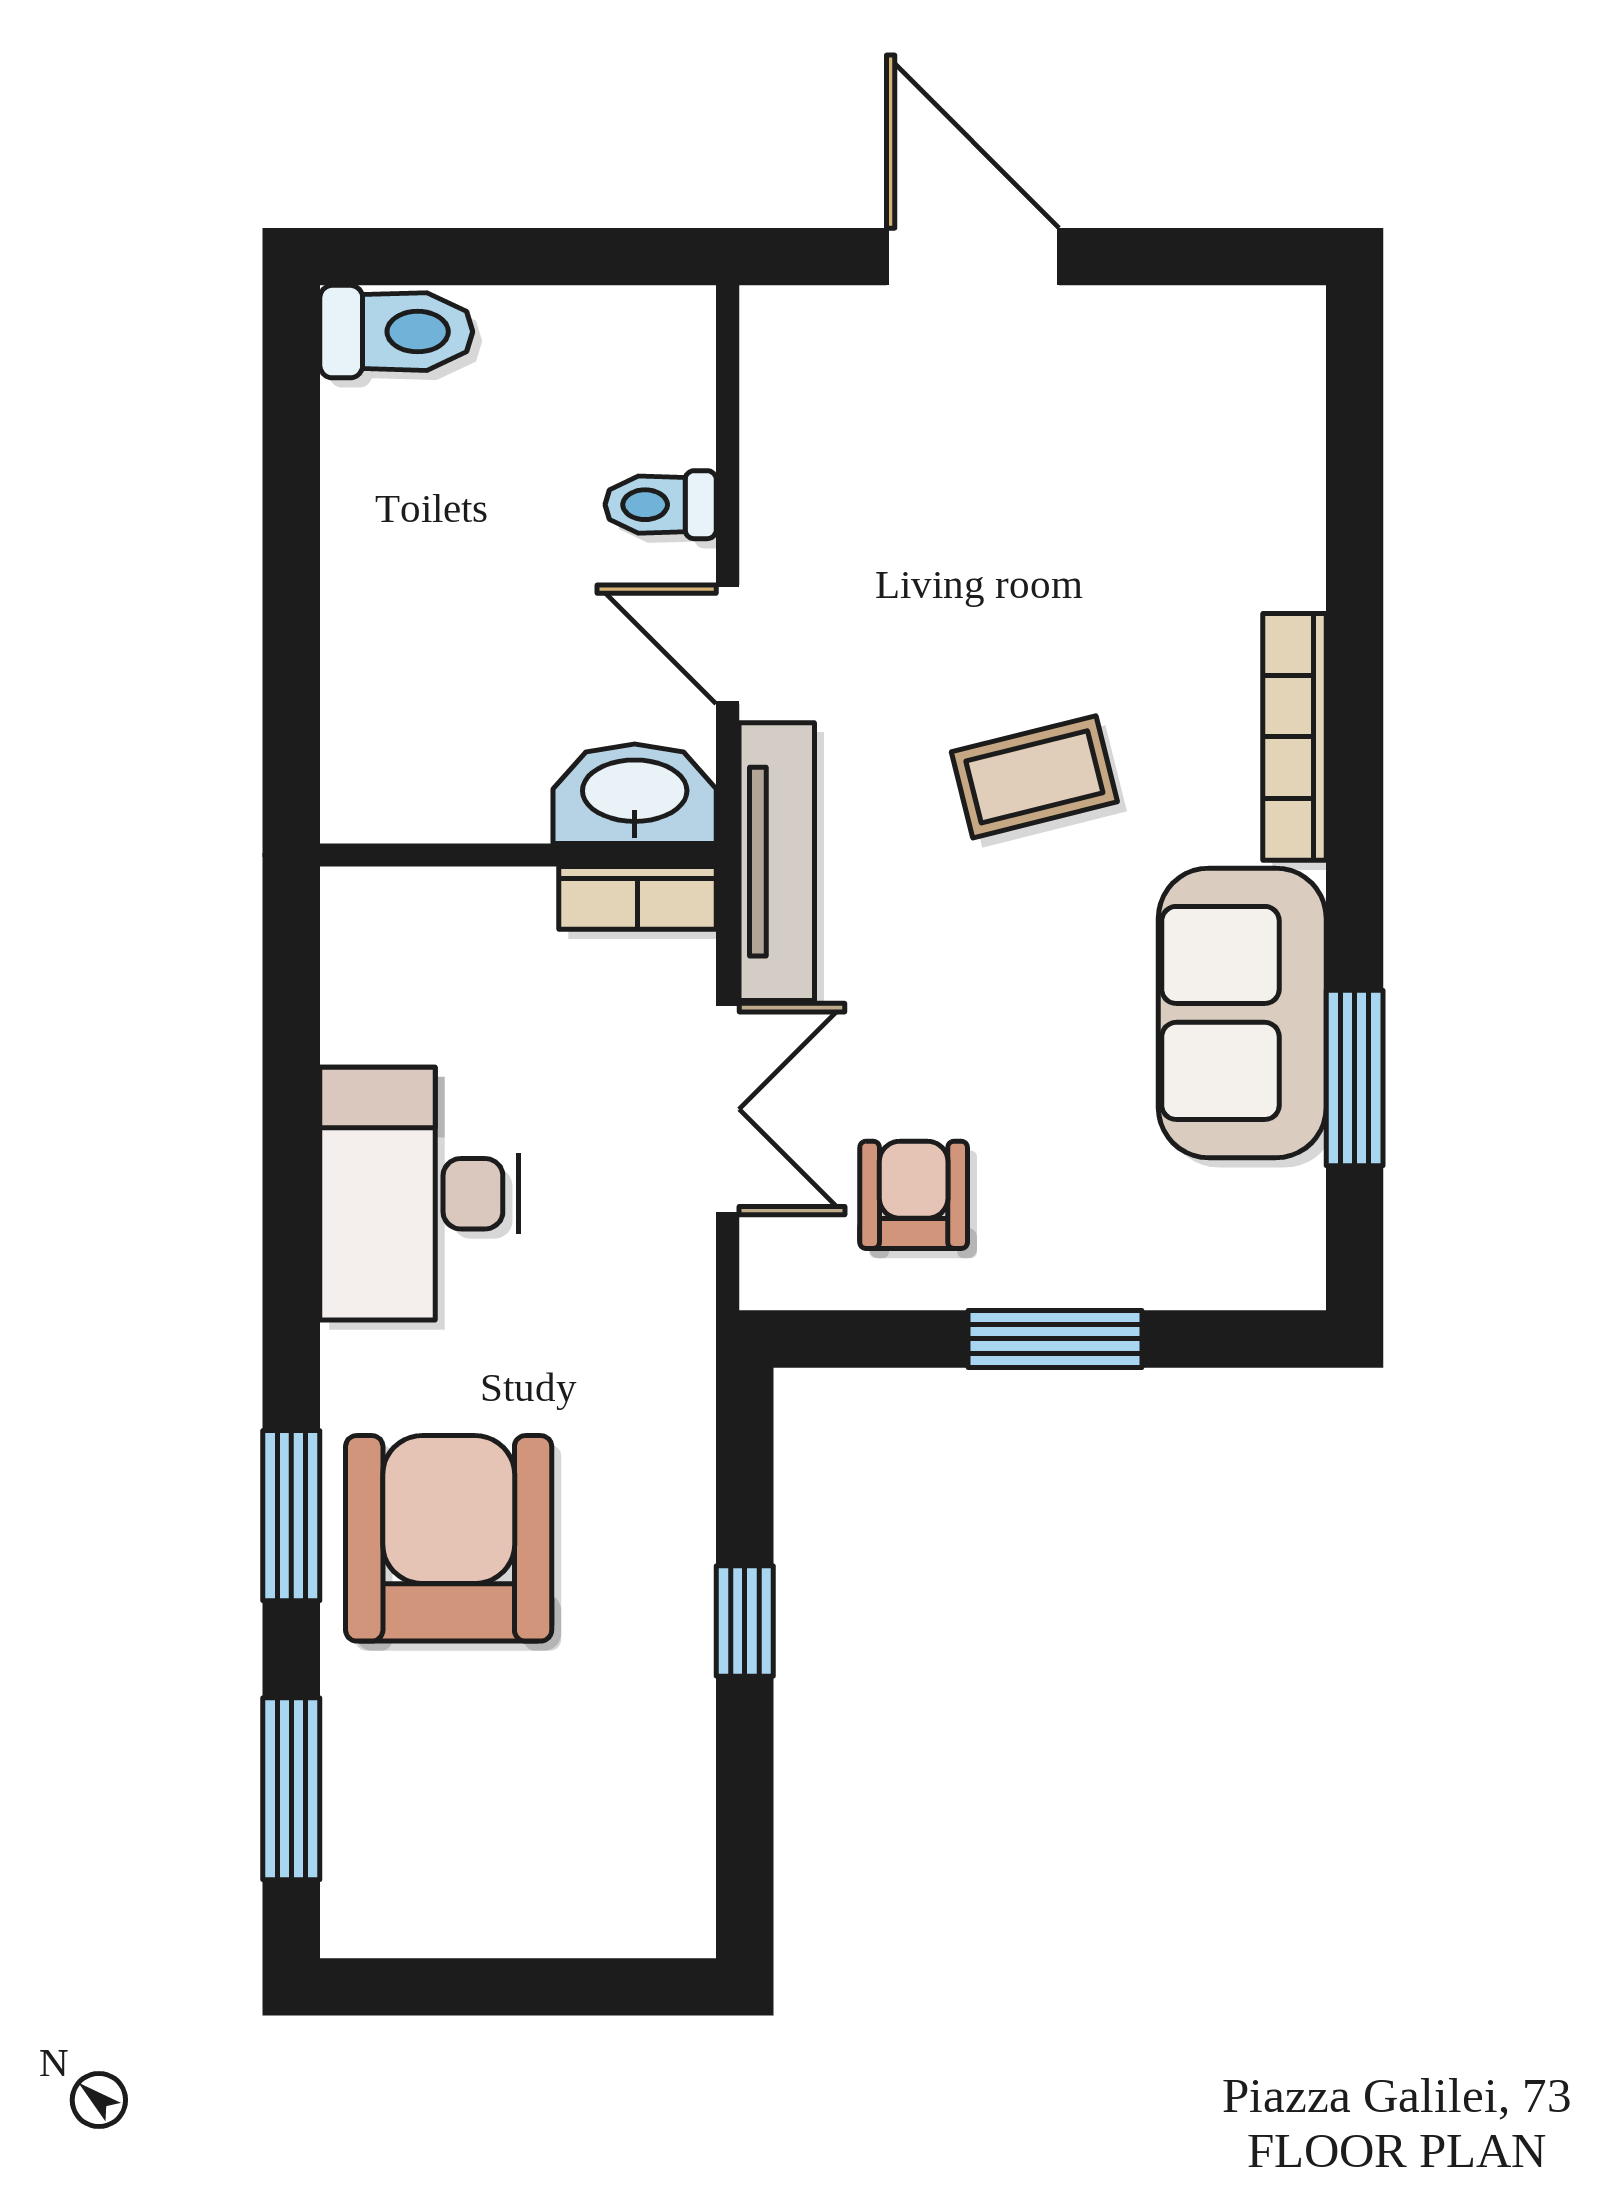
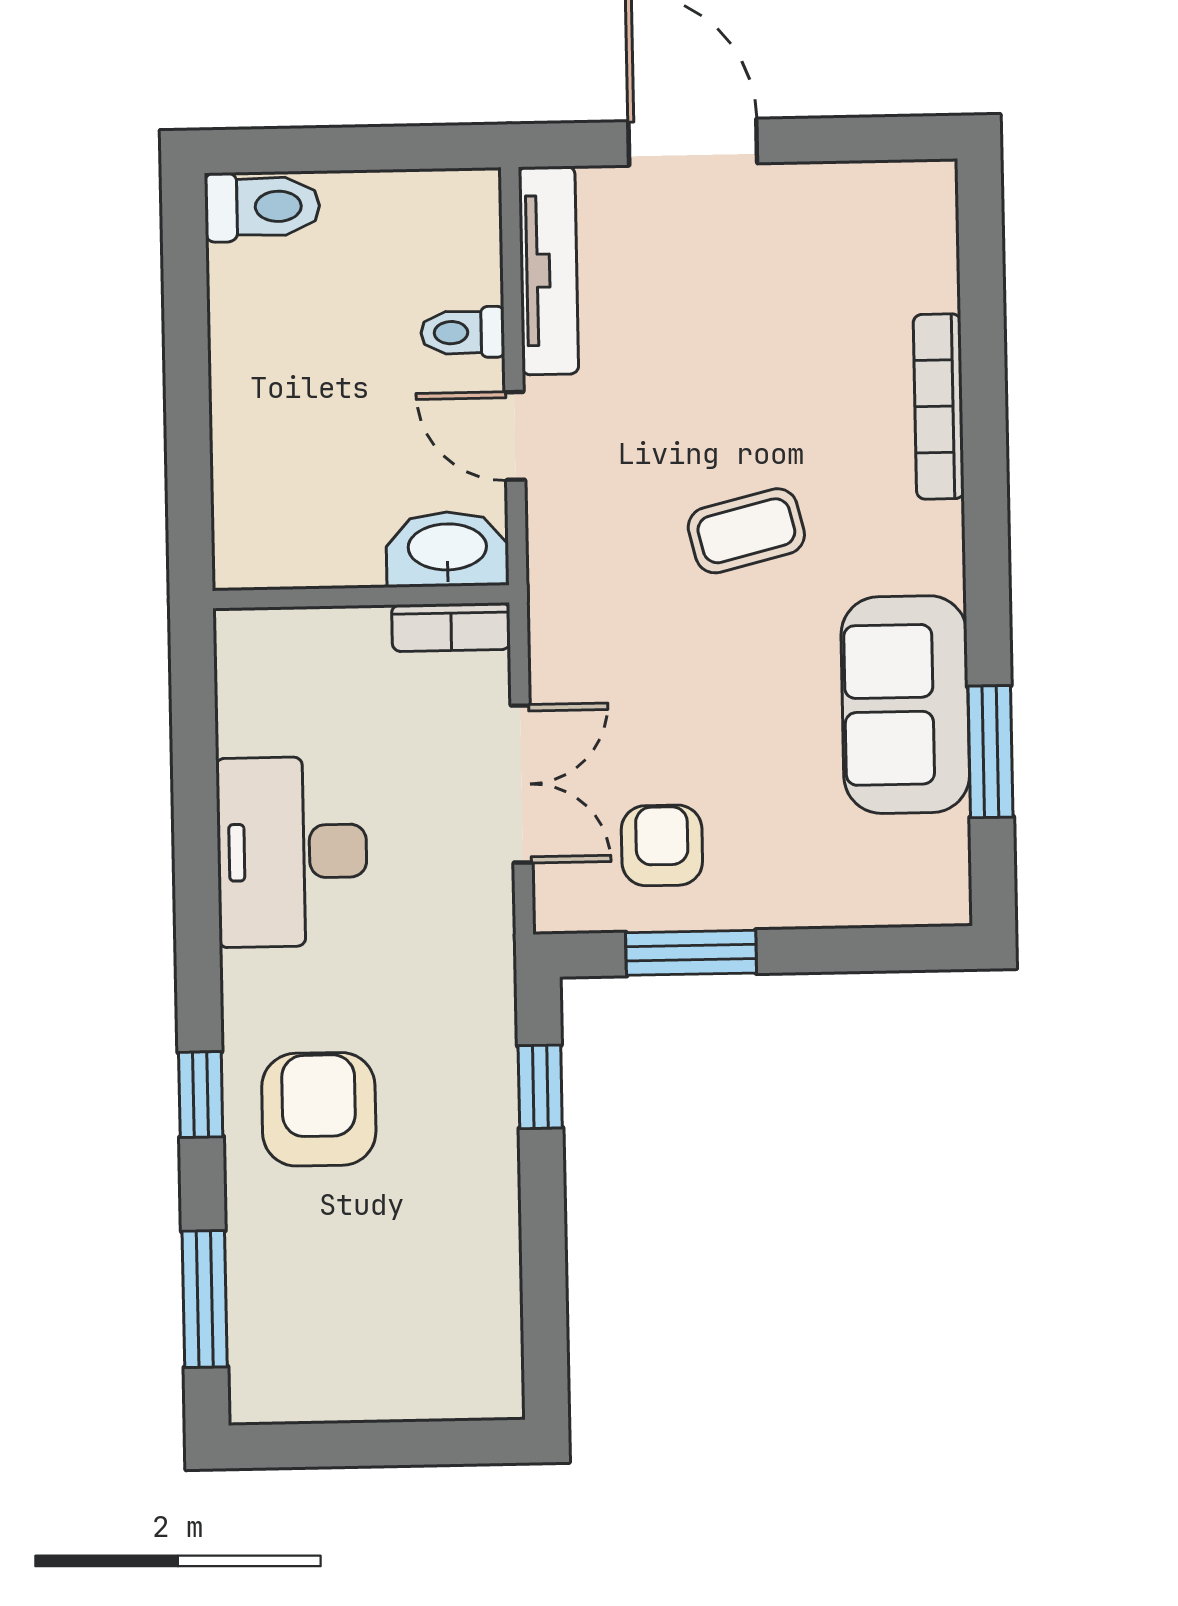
bookcase: (1294, 737) -> (939, 406), moved
tv unit: (777, 862) -> (548, 270), moved
window: (1055, 1339) -> (691, 953), moved
window: (291, 1516) -> (201, 1095), width x0.67
armchair: (449, 1538) -> (319, 1109), width x0.73, depth x0.73
window: (745, 1621) -> (540, 1087), moved

